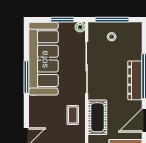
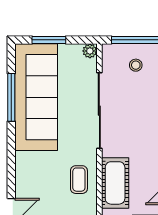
window: (62, 20) -> (49, 40), moved
window: (26, 77) -> (11, 97), moved

